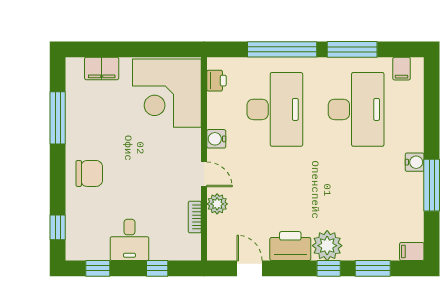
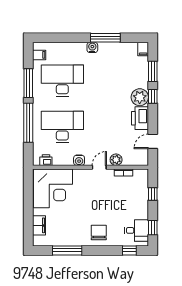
desk: (129, 240) -> (137, 230), moved

